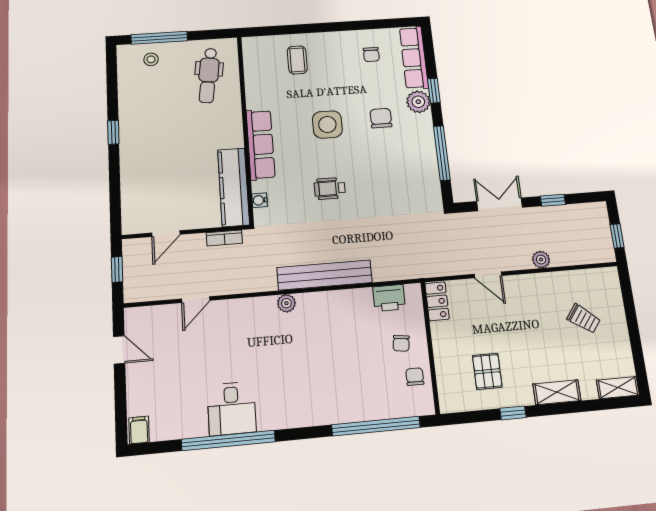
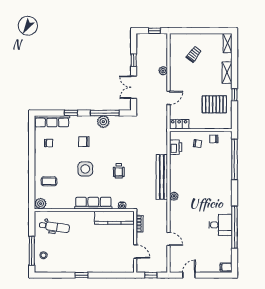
plant: (253, 48) -> (41, 204), added
plant: (418, 102) -> (103, 122), moved
pallet: (487, 371) -> (214, 104), width x1.50, depth x1.42

